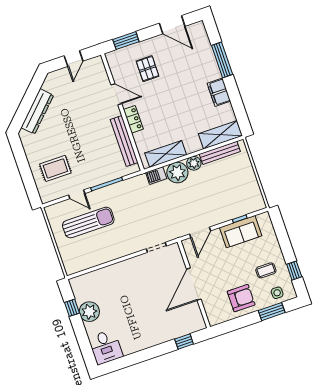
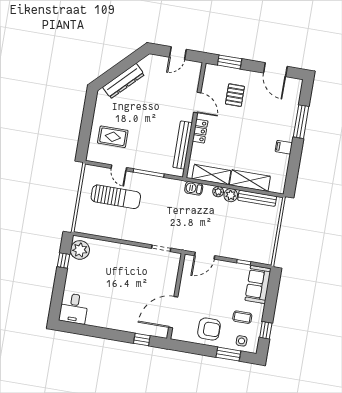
filing cabinet: (219, 92) -> (284, 147), width x0.50
shelving: (220, 135) -> (250, 181), moved
plant: (177, 173) -> (218, 192), width x0.53, depth x0.53
sofa: (241, 232) -> (258, 284), moved, turned 90
door: (194, 284) -> (173, 312), moved
plant: (89, 312) -> (80, 250), moved

